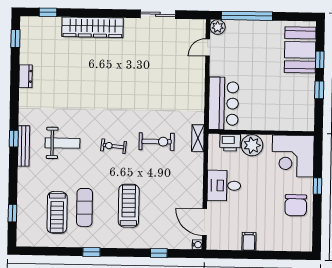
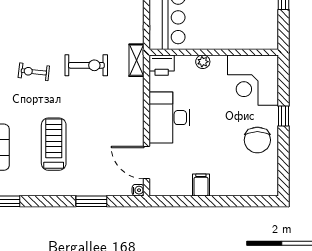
printer: (230, 143) -> (162, 65), moved
plant: (252, 145) -> (203, 62), width x0.53, depth x0.53
desk: (224, 186) -> (169, 118), width x1.37
window: (159, 253) -> (91, 201), width x1.50

